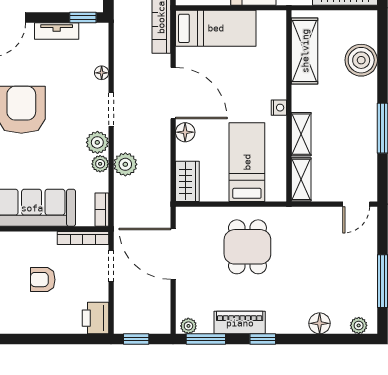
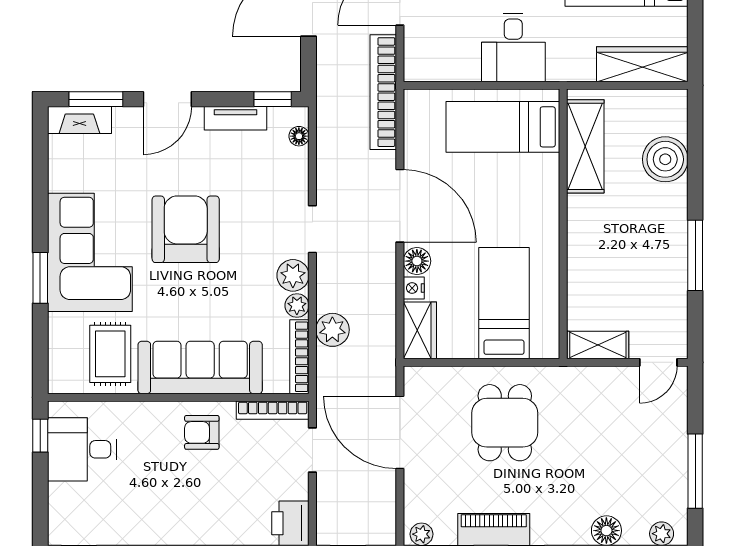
bed: (216, 28) -> (503, 127), moved, turned 180
floor lamp: (102, 73) -> (299, 136), moved
nightstand: (279, 108) -> (414, 288), moved, turned 180
shelving: (301, 134) -> (580, 264), removed
plant: (125, 164) -> (332, 330), moved
shelving: (301, 179) -> (598, 345), moved, turned 90
bookcase: (102, 210) -> (299, 357), width x1.56
armchair: (43, 280) -> (202, 432), moved

